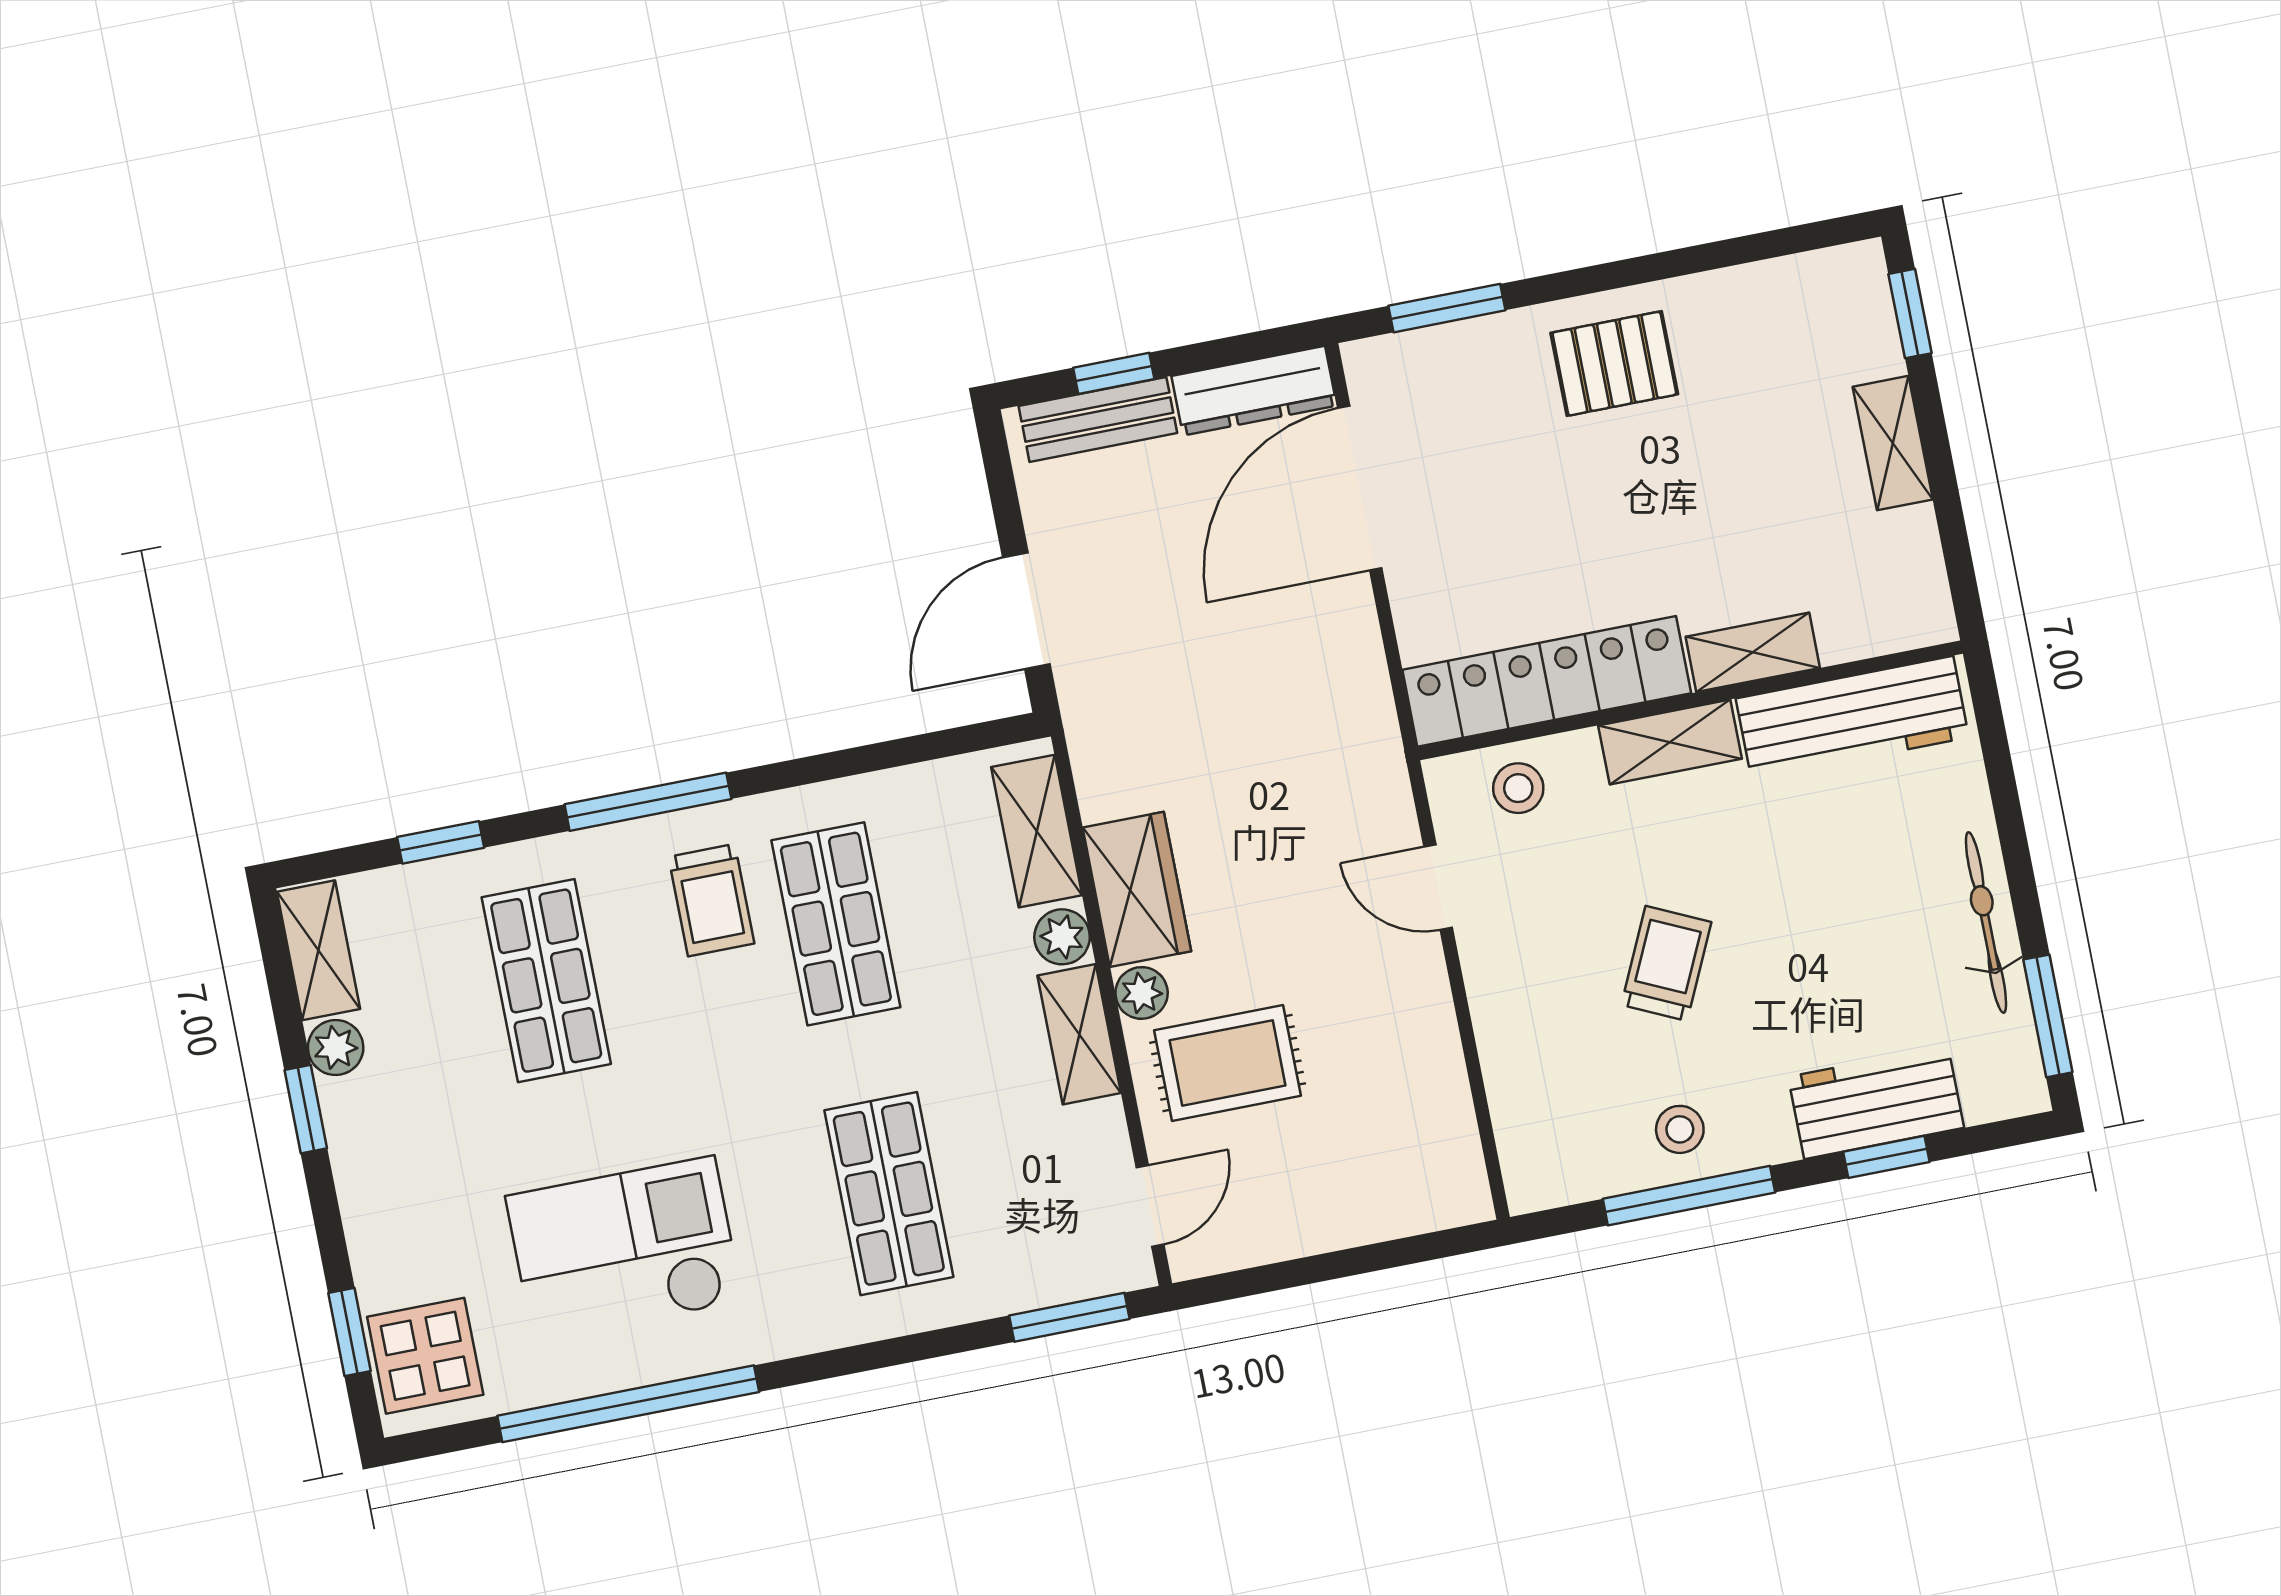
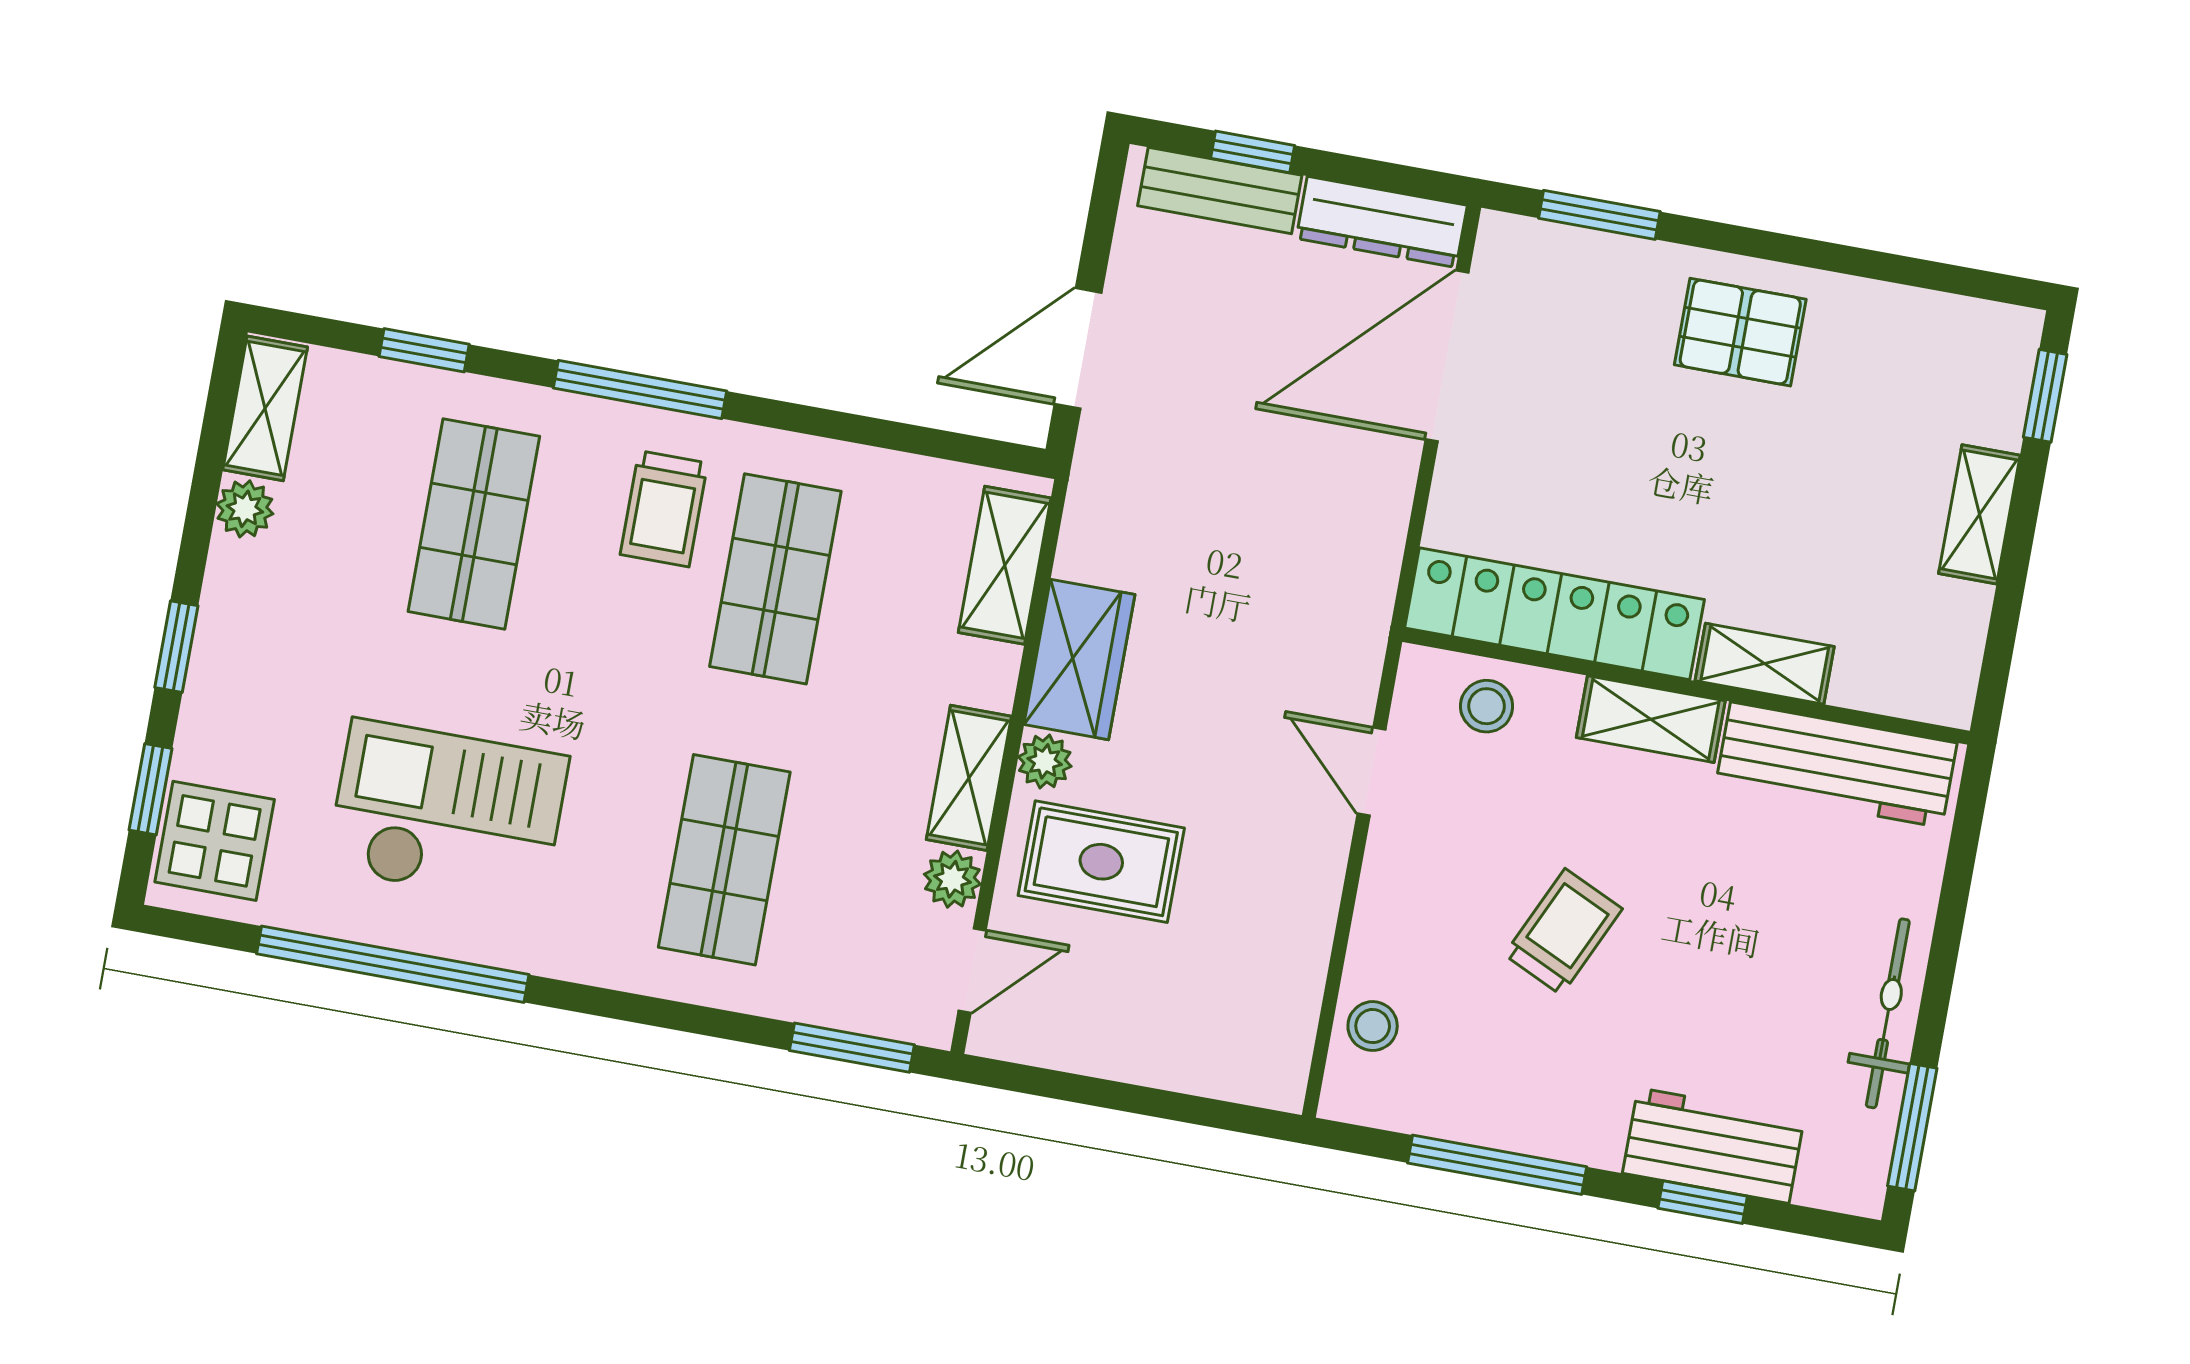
plant: (1062, 937) -> (952, 879), moved
window: (306, 1109) -> (176, 647), moved
stool: (1680, 1129) -> (1373, 1026), moved

